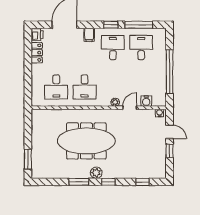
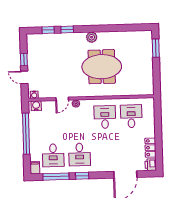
filing cabinet: (89, 35) -> (35, 168), moved
water cooler: (146, 101) -> (36, 106), moved
meeting table: (86, 141) -> (102, 67), width x0.73
window: (79, 182) -> (108, 28), removed
window: (108, 182) -> (67, 29), moved

